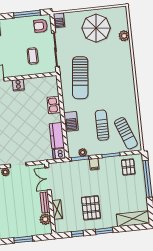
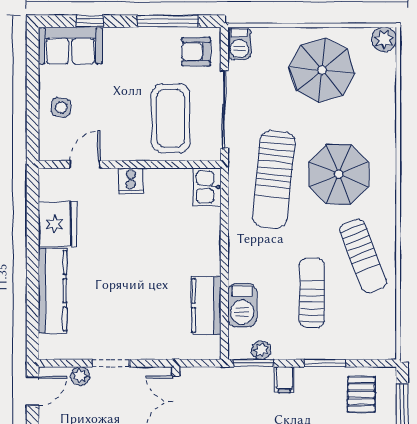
plant: (124, 36) -> (384, 39), moved
coffee table: (33, 56) -> (171, 118), width x1.86, depth x1.72
parasol: (108, 72) -> (339, 174), added
kitchen sink: (54, 105) -> (207, 187), moved
barbecue: (71, 121) -> (242, 305), moved
sun lounger: (126, 133) -> (363, 256), moved
dishwasher: (59, 154) -> (207, 347), removed

